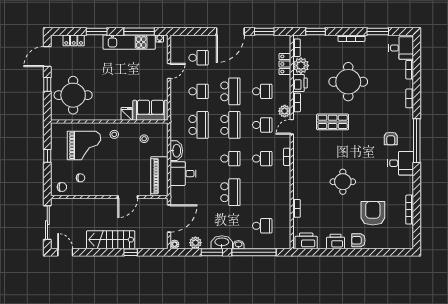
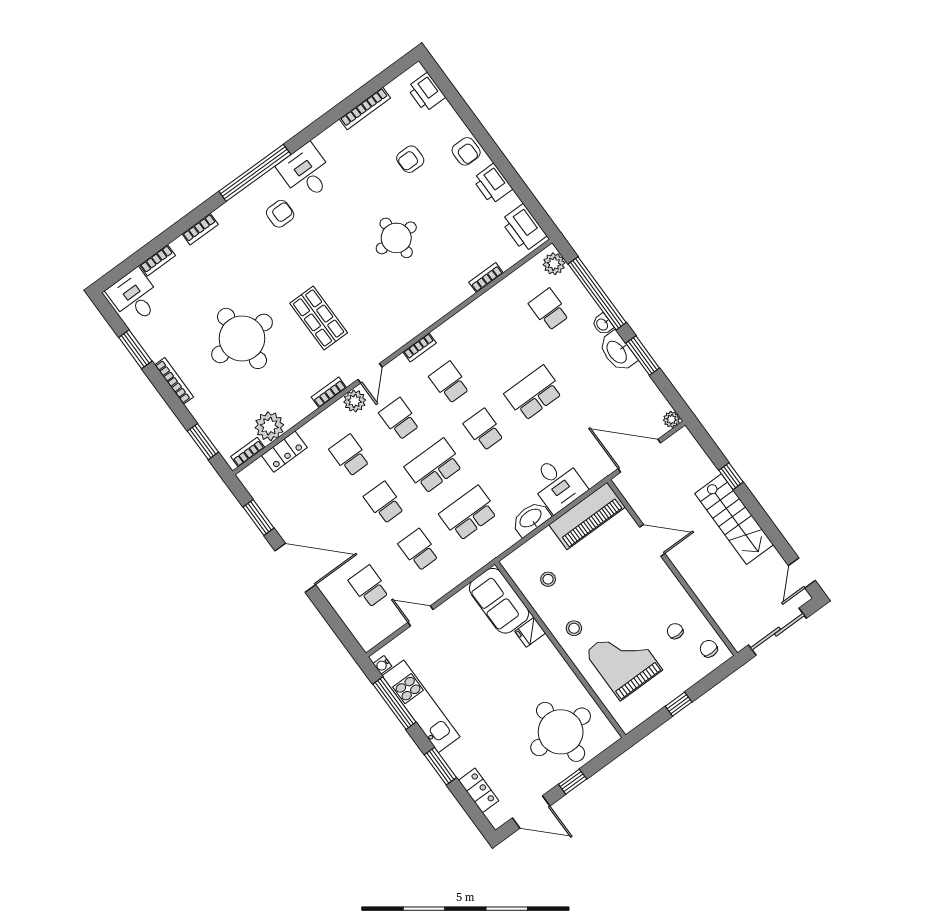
printer: (300, 83) -> (426, 92), moved, turned -90
school desk: (230, 91) -> (384, 503), width x0.54
door: (292, 127) -> (370, 373), hinge flipped
armchair: (373, 213) -> (410, 159), width x0.53, depth x0.53
plant: (195, 243) -> (554, 264), moved

